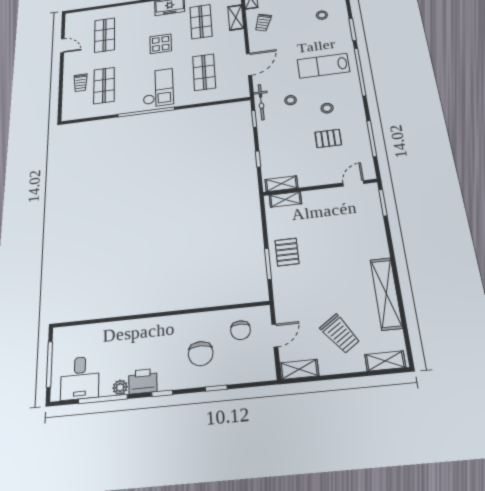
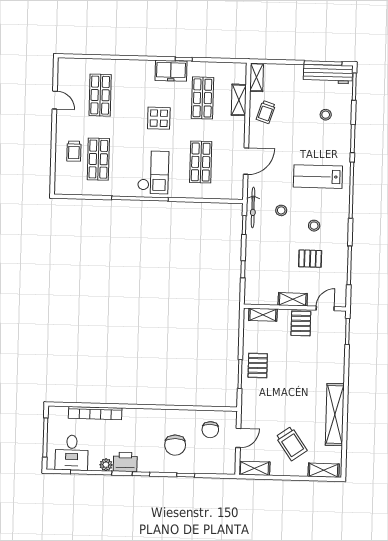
shelving: (281, 184) -> (293, 299), moved
pallet: (329, 202) -> (301, 323), added
bookcase: (106, 329) -> (95, 413), added

